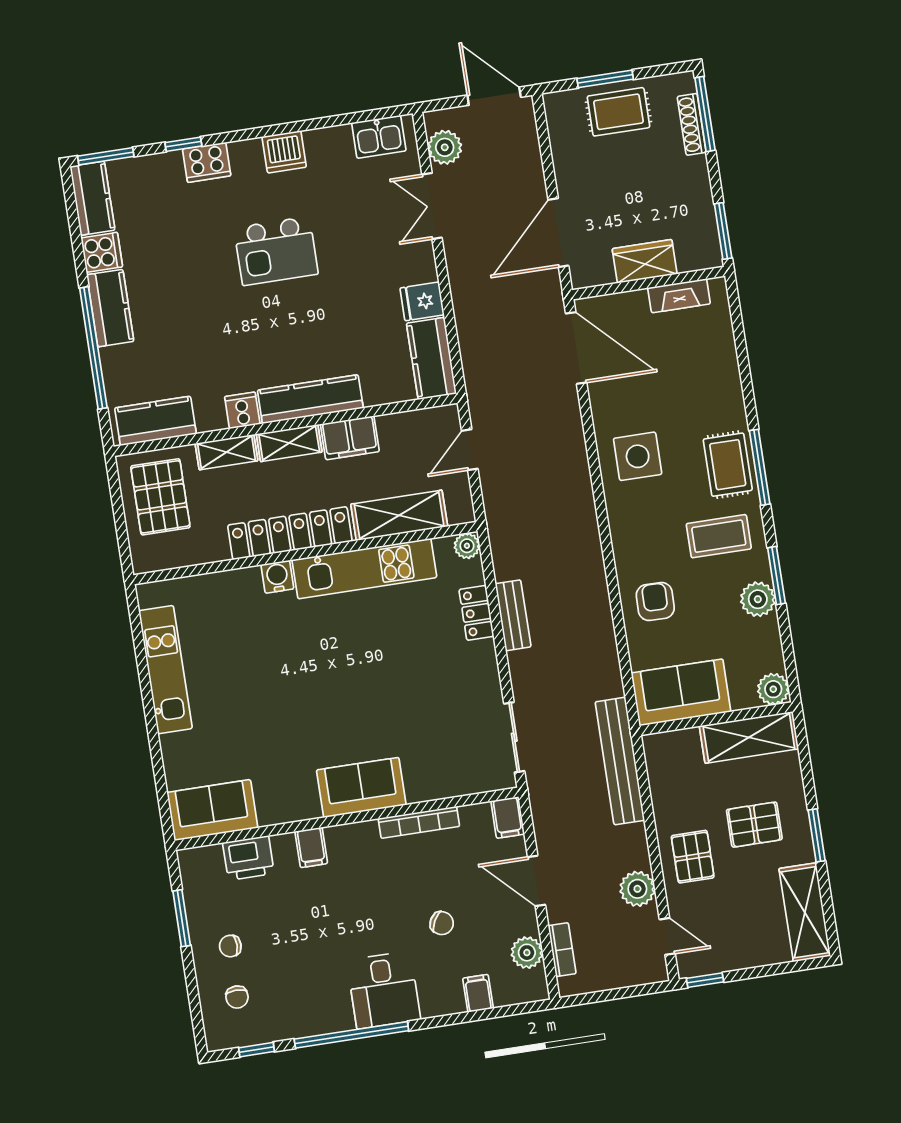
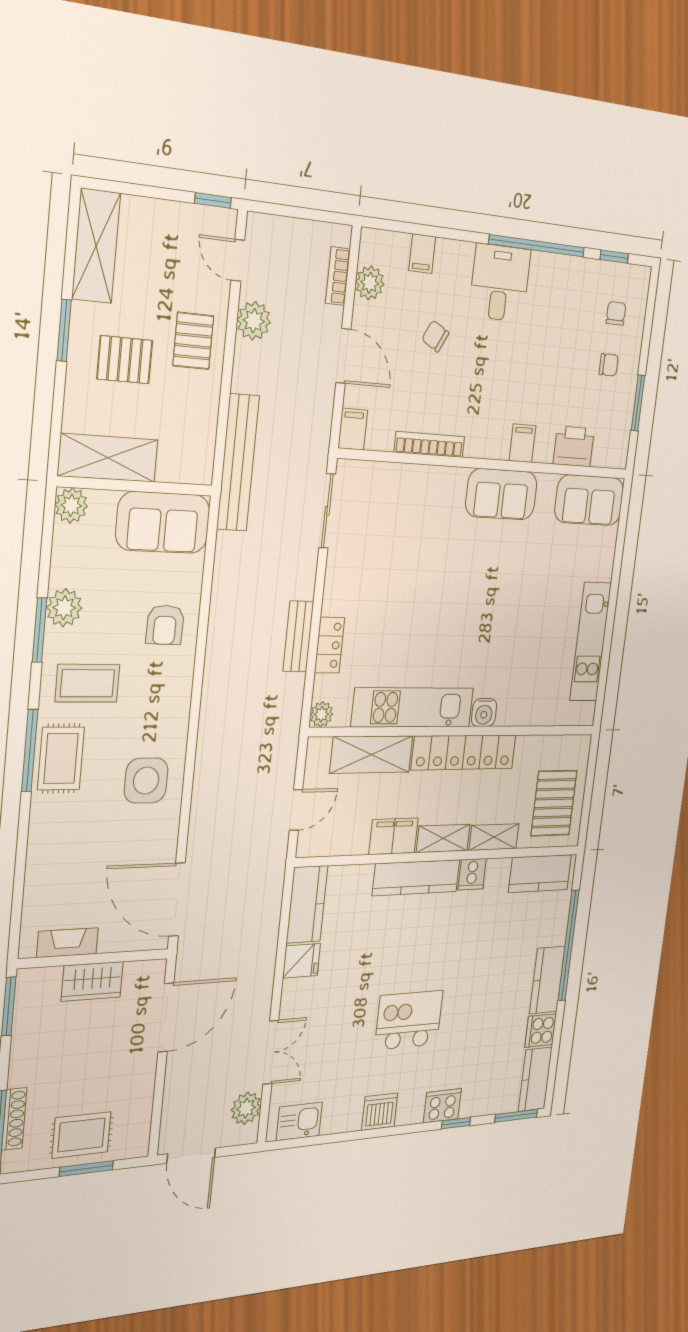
sofa: (361, 787) -> (501, 494), moved

